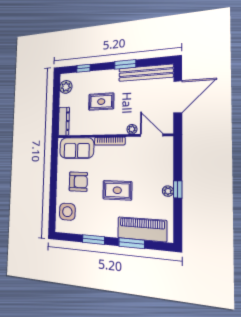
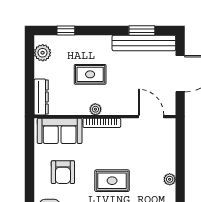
window: (125, 64) -> (142, 30), moved
plant: (132, 129) -> (95, 109), moved
armchair: (78, 182) -> (63, 172), turned 90
window: (178, 189) -> (180, 177), removed

